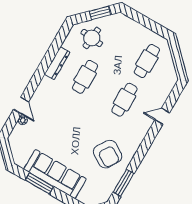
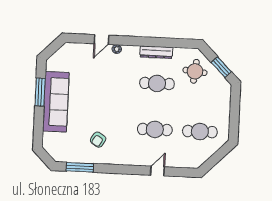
door: (162, 116) -> (157, 171), hinge flipped
plant: (23, 120) -> (117, 49), moved
armchair: (108, 154) -> (98, 140), width x0.53, depth x0.53

